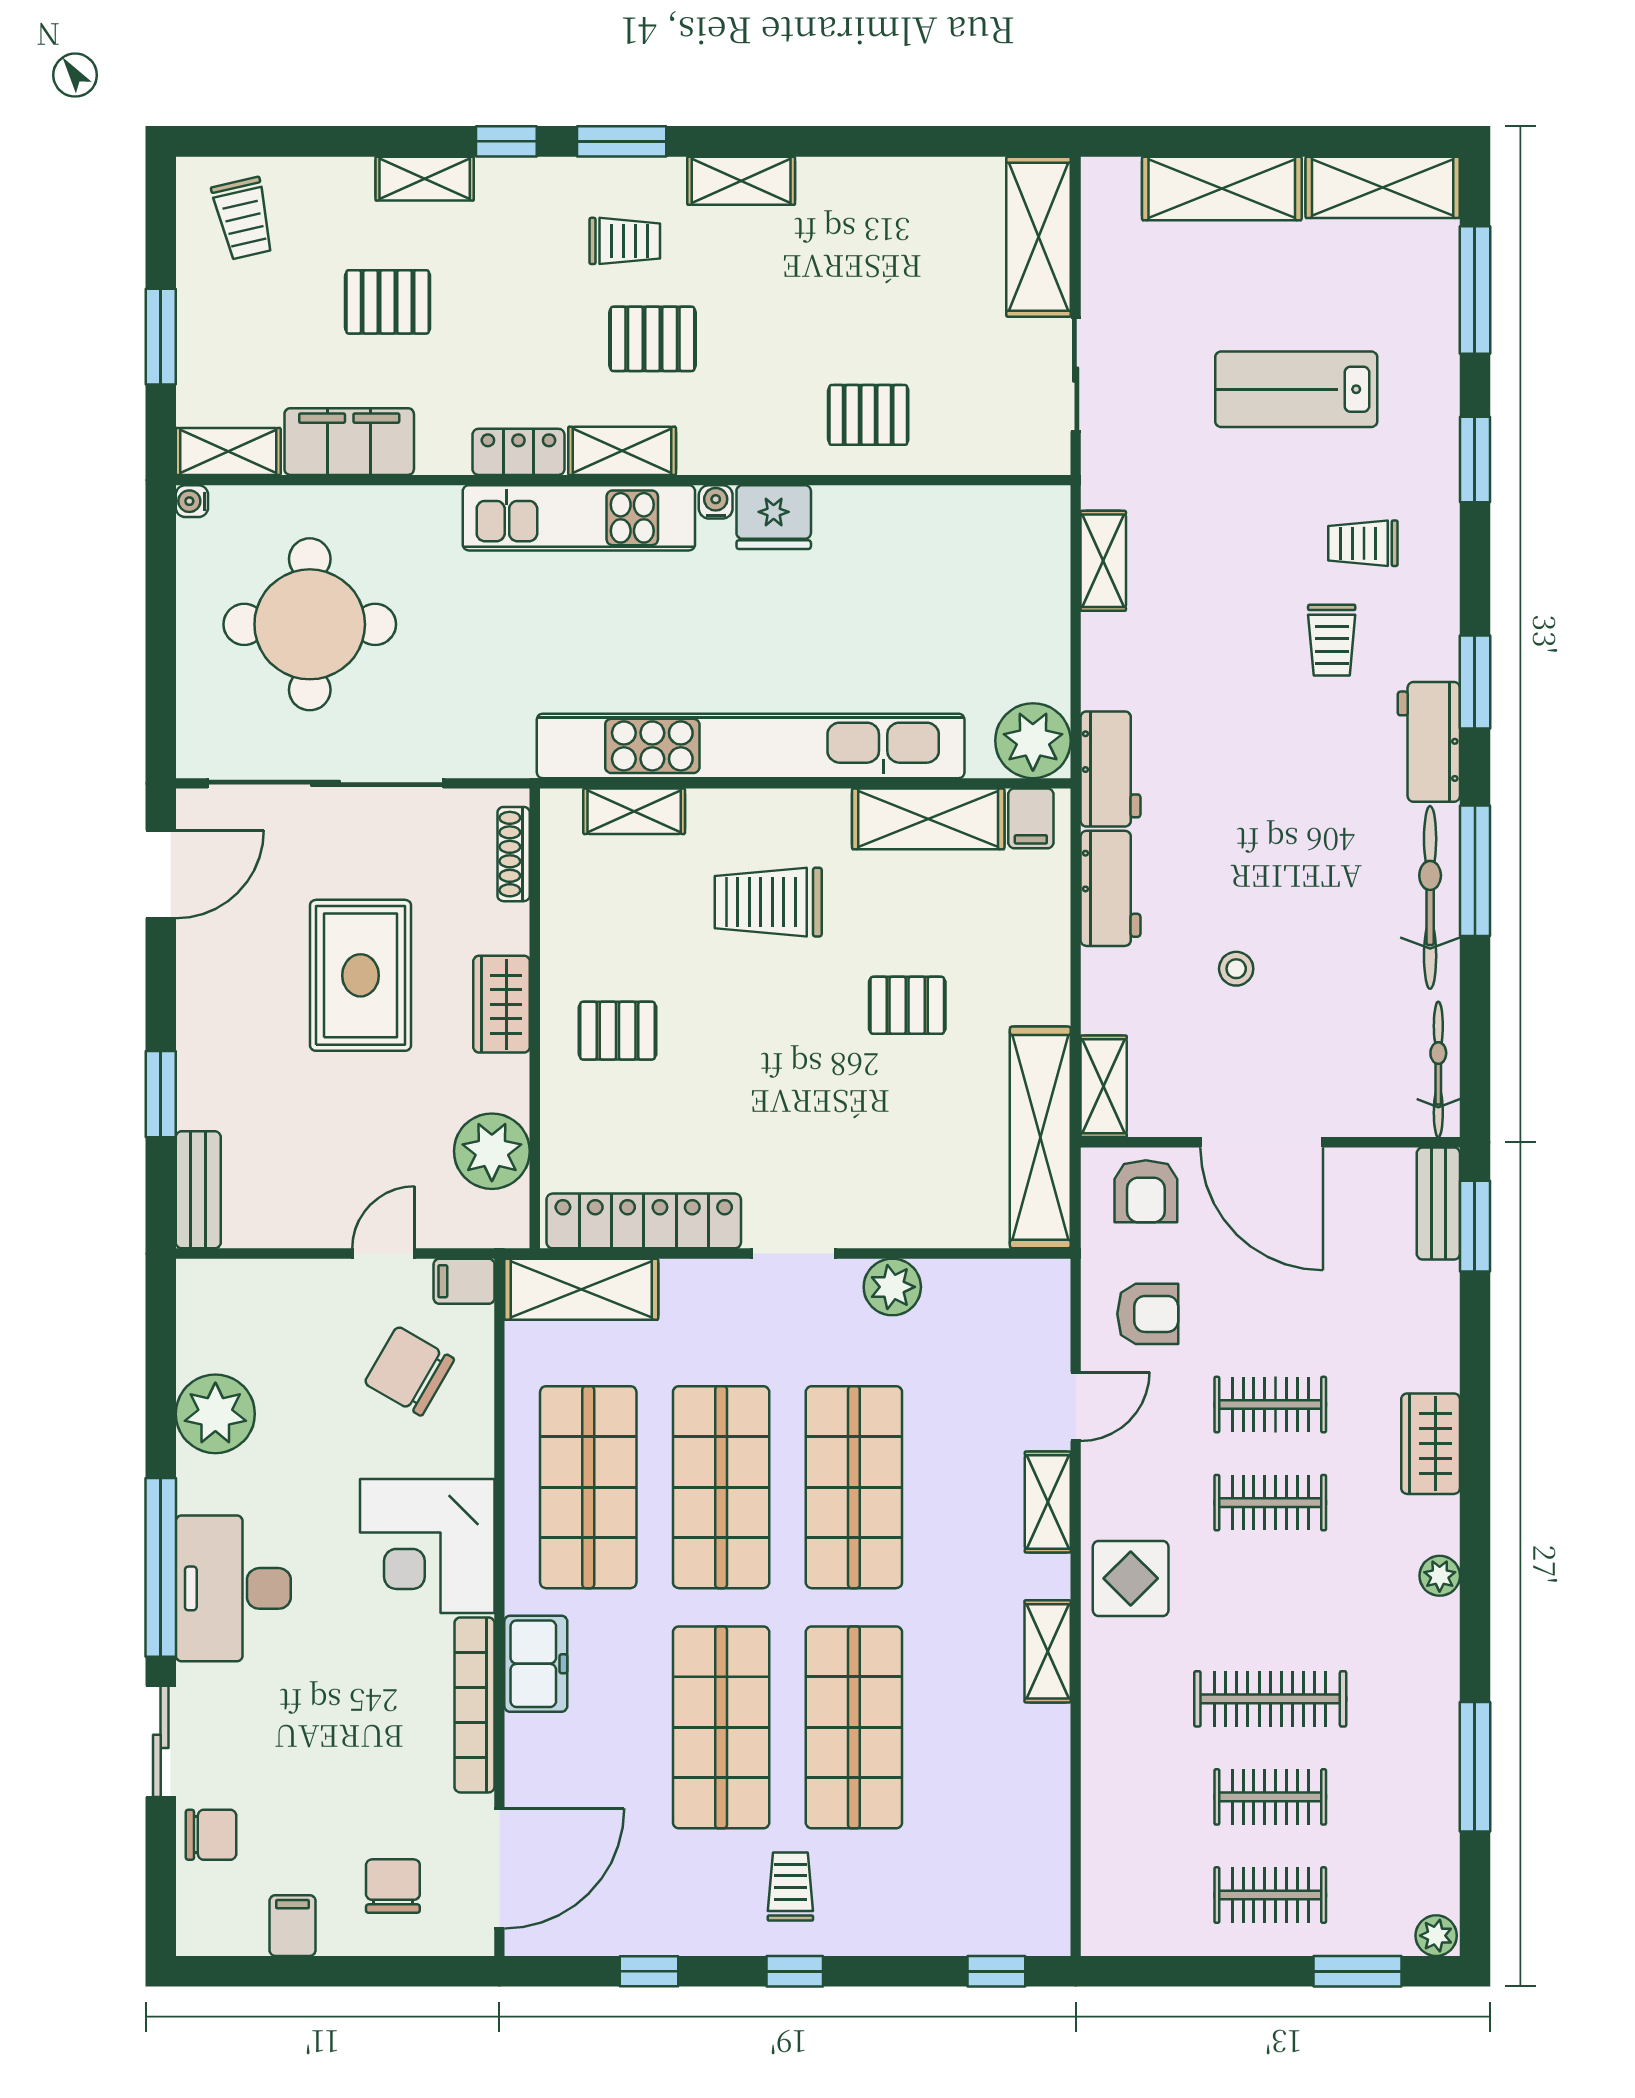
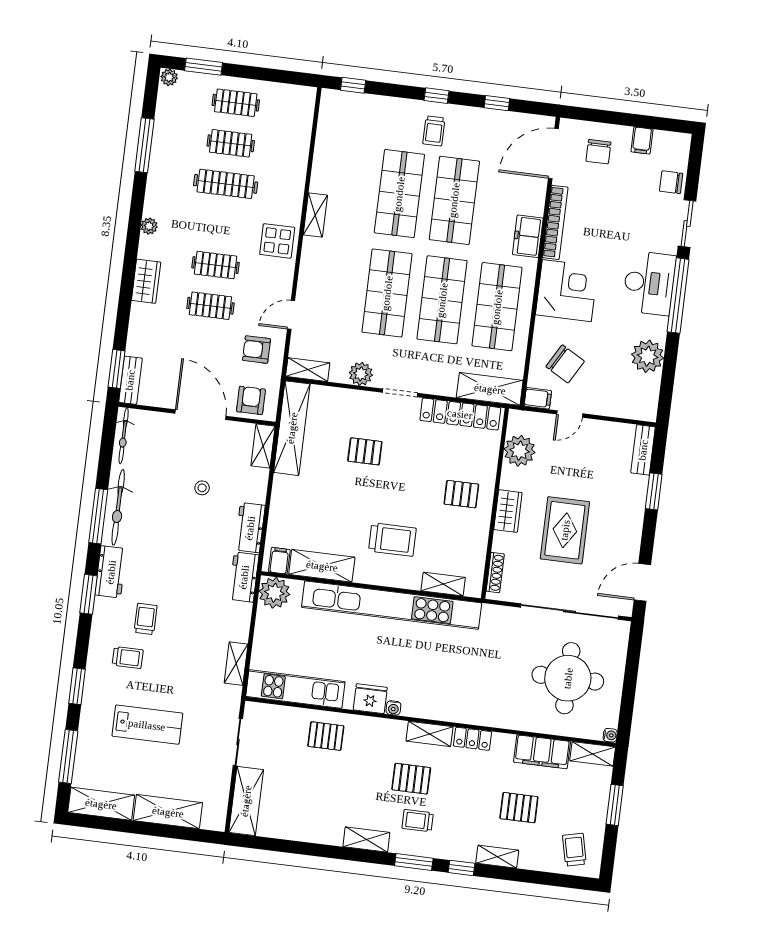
kitchen unit: (579, 518) -> (295, 689), moved
pallet: (907, 1005) -> (365, 451), moved
shelving: (1048, 1502) -> (308, 370), moved, turned 90

